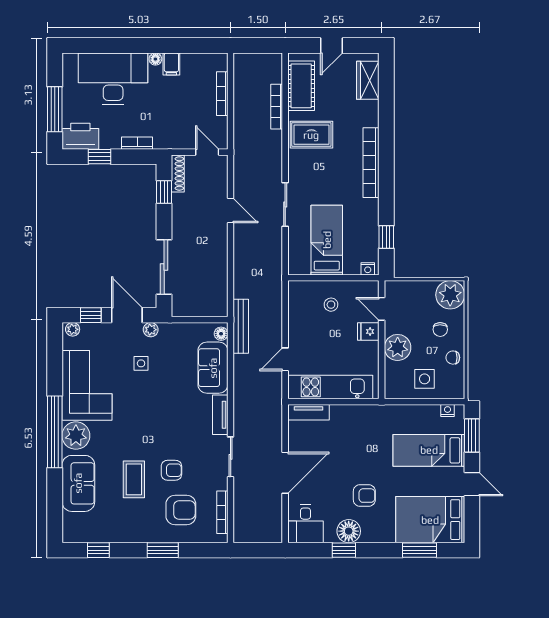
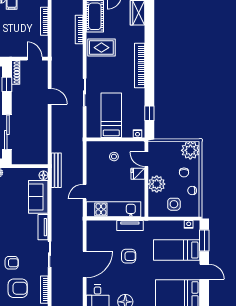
tv unit: (309, 412) -> (130, 226), moved
armchair: (364, 496) -> (129, 256), moved

